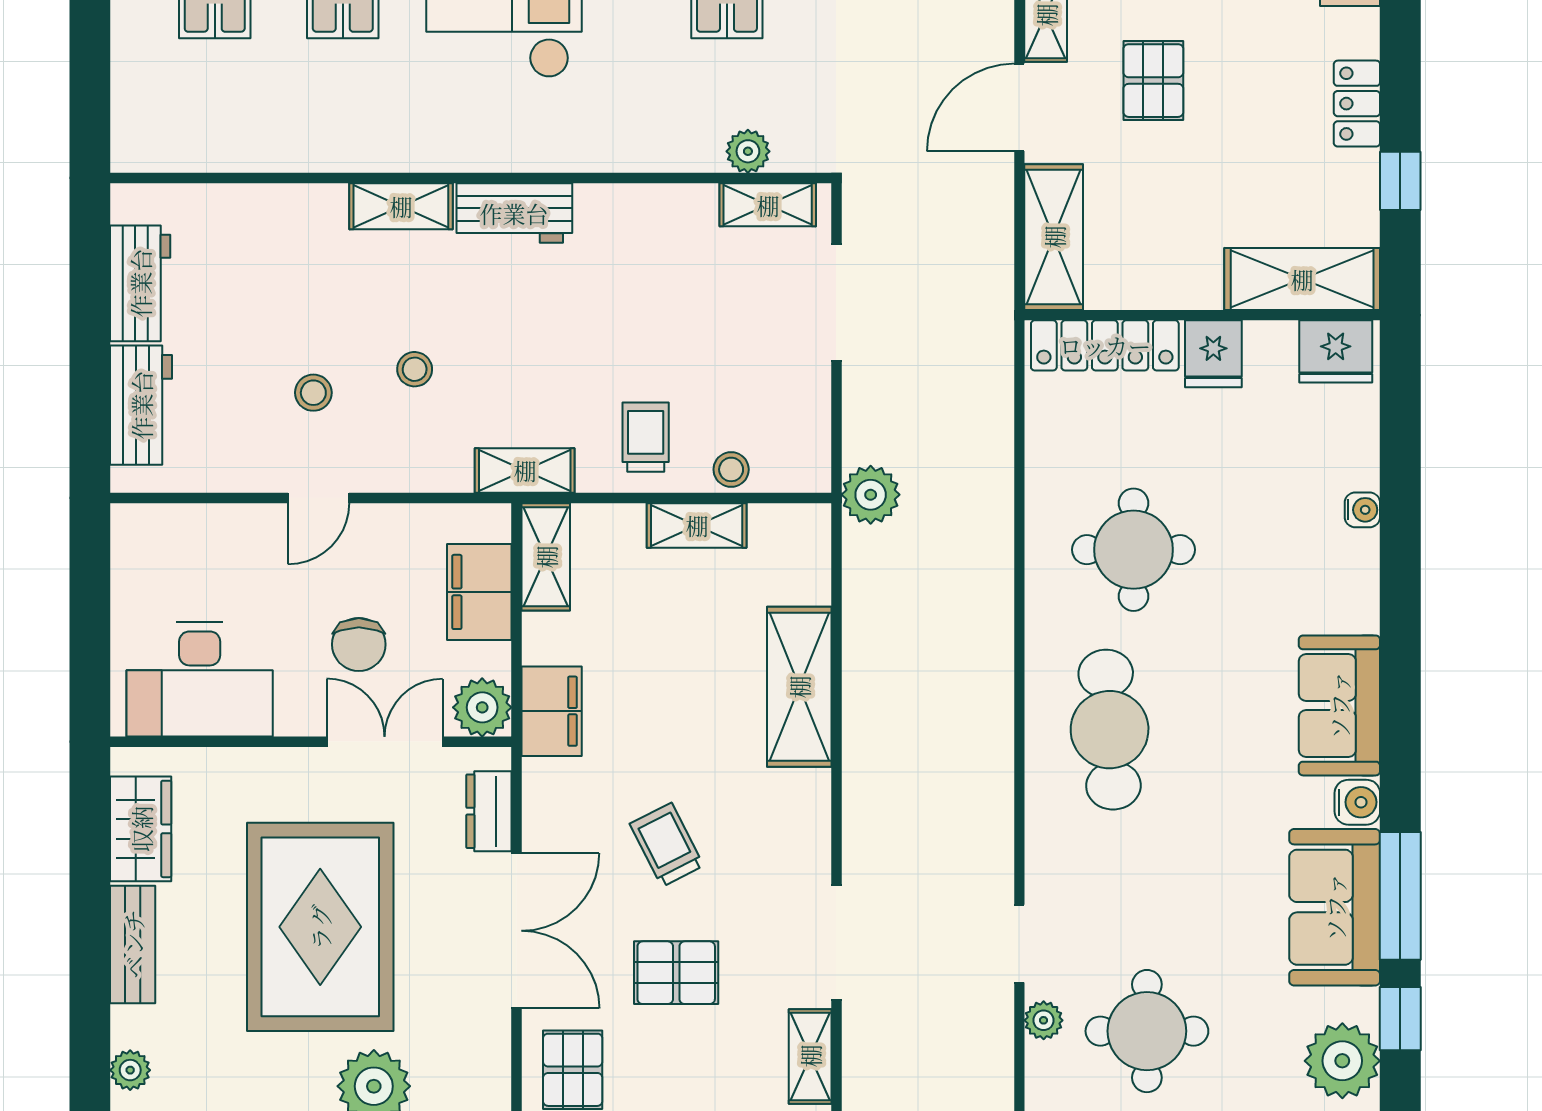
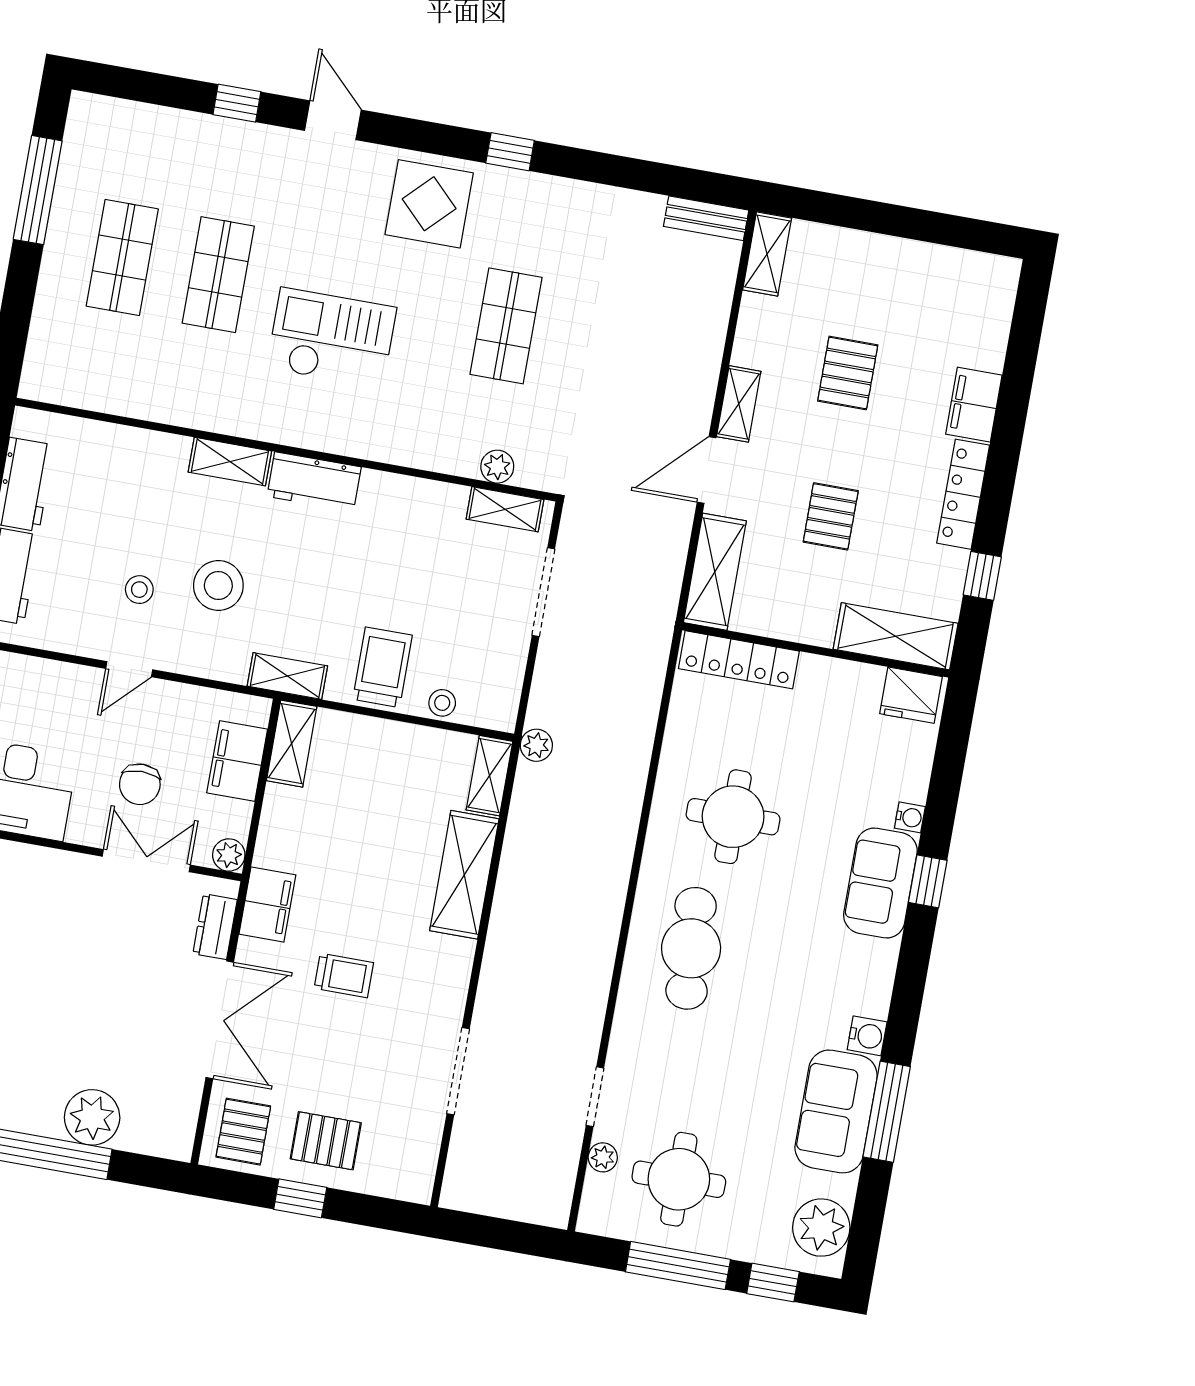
pallet: (1153, 81) -> (831, 516), moved
locker: (1357, 104) -> (963, 494), width x1.53
fridge: (1213, 354) -> (819, 681), removed
stool: (415, 369) -> (218, 585), width x1.89, depth x1.89
trolley: (646, 437) -> (382, 667), width x1.36, depth x1.39
plant: (871, 495) -> (536, 745), width x0.73, depth x0.73
shelving: (697, 525) -> (489, 776), moved, turned 90
sofa: (1339, 705) -> (880, 883), moved
plant: (482, 707) -> (229, 855), width x0.73, depth x0.73
filing cabinet: (552, 711) -> (267, 905), moved
trolley: (667, 845) -> (344, 975), turned 117
rug: (320, 927) -> (73, 991), removed
pallet: (676, 973) -> (326, 1141), moved
window: (1400, 1019) -> (928, 881), moved
shelving: (810, 1056) -> (423, 1153), removed

